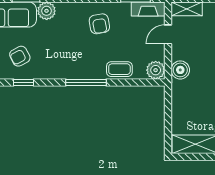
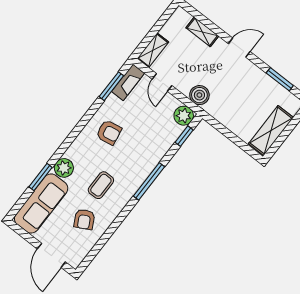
coffee table: (119, 69) -> (101, 185), moved
window: (23, 82) -> (184, 136), moved

